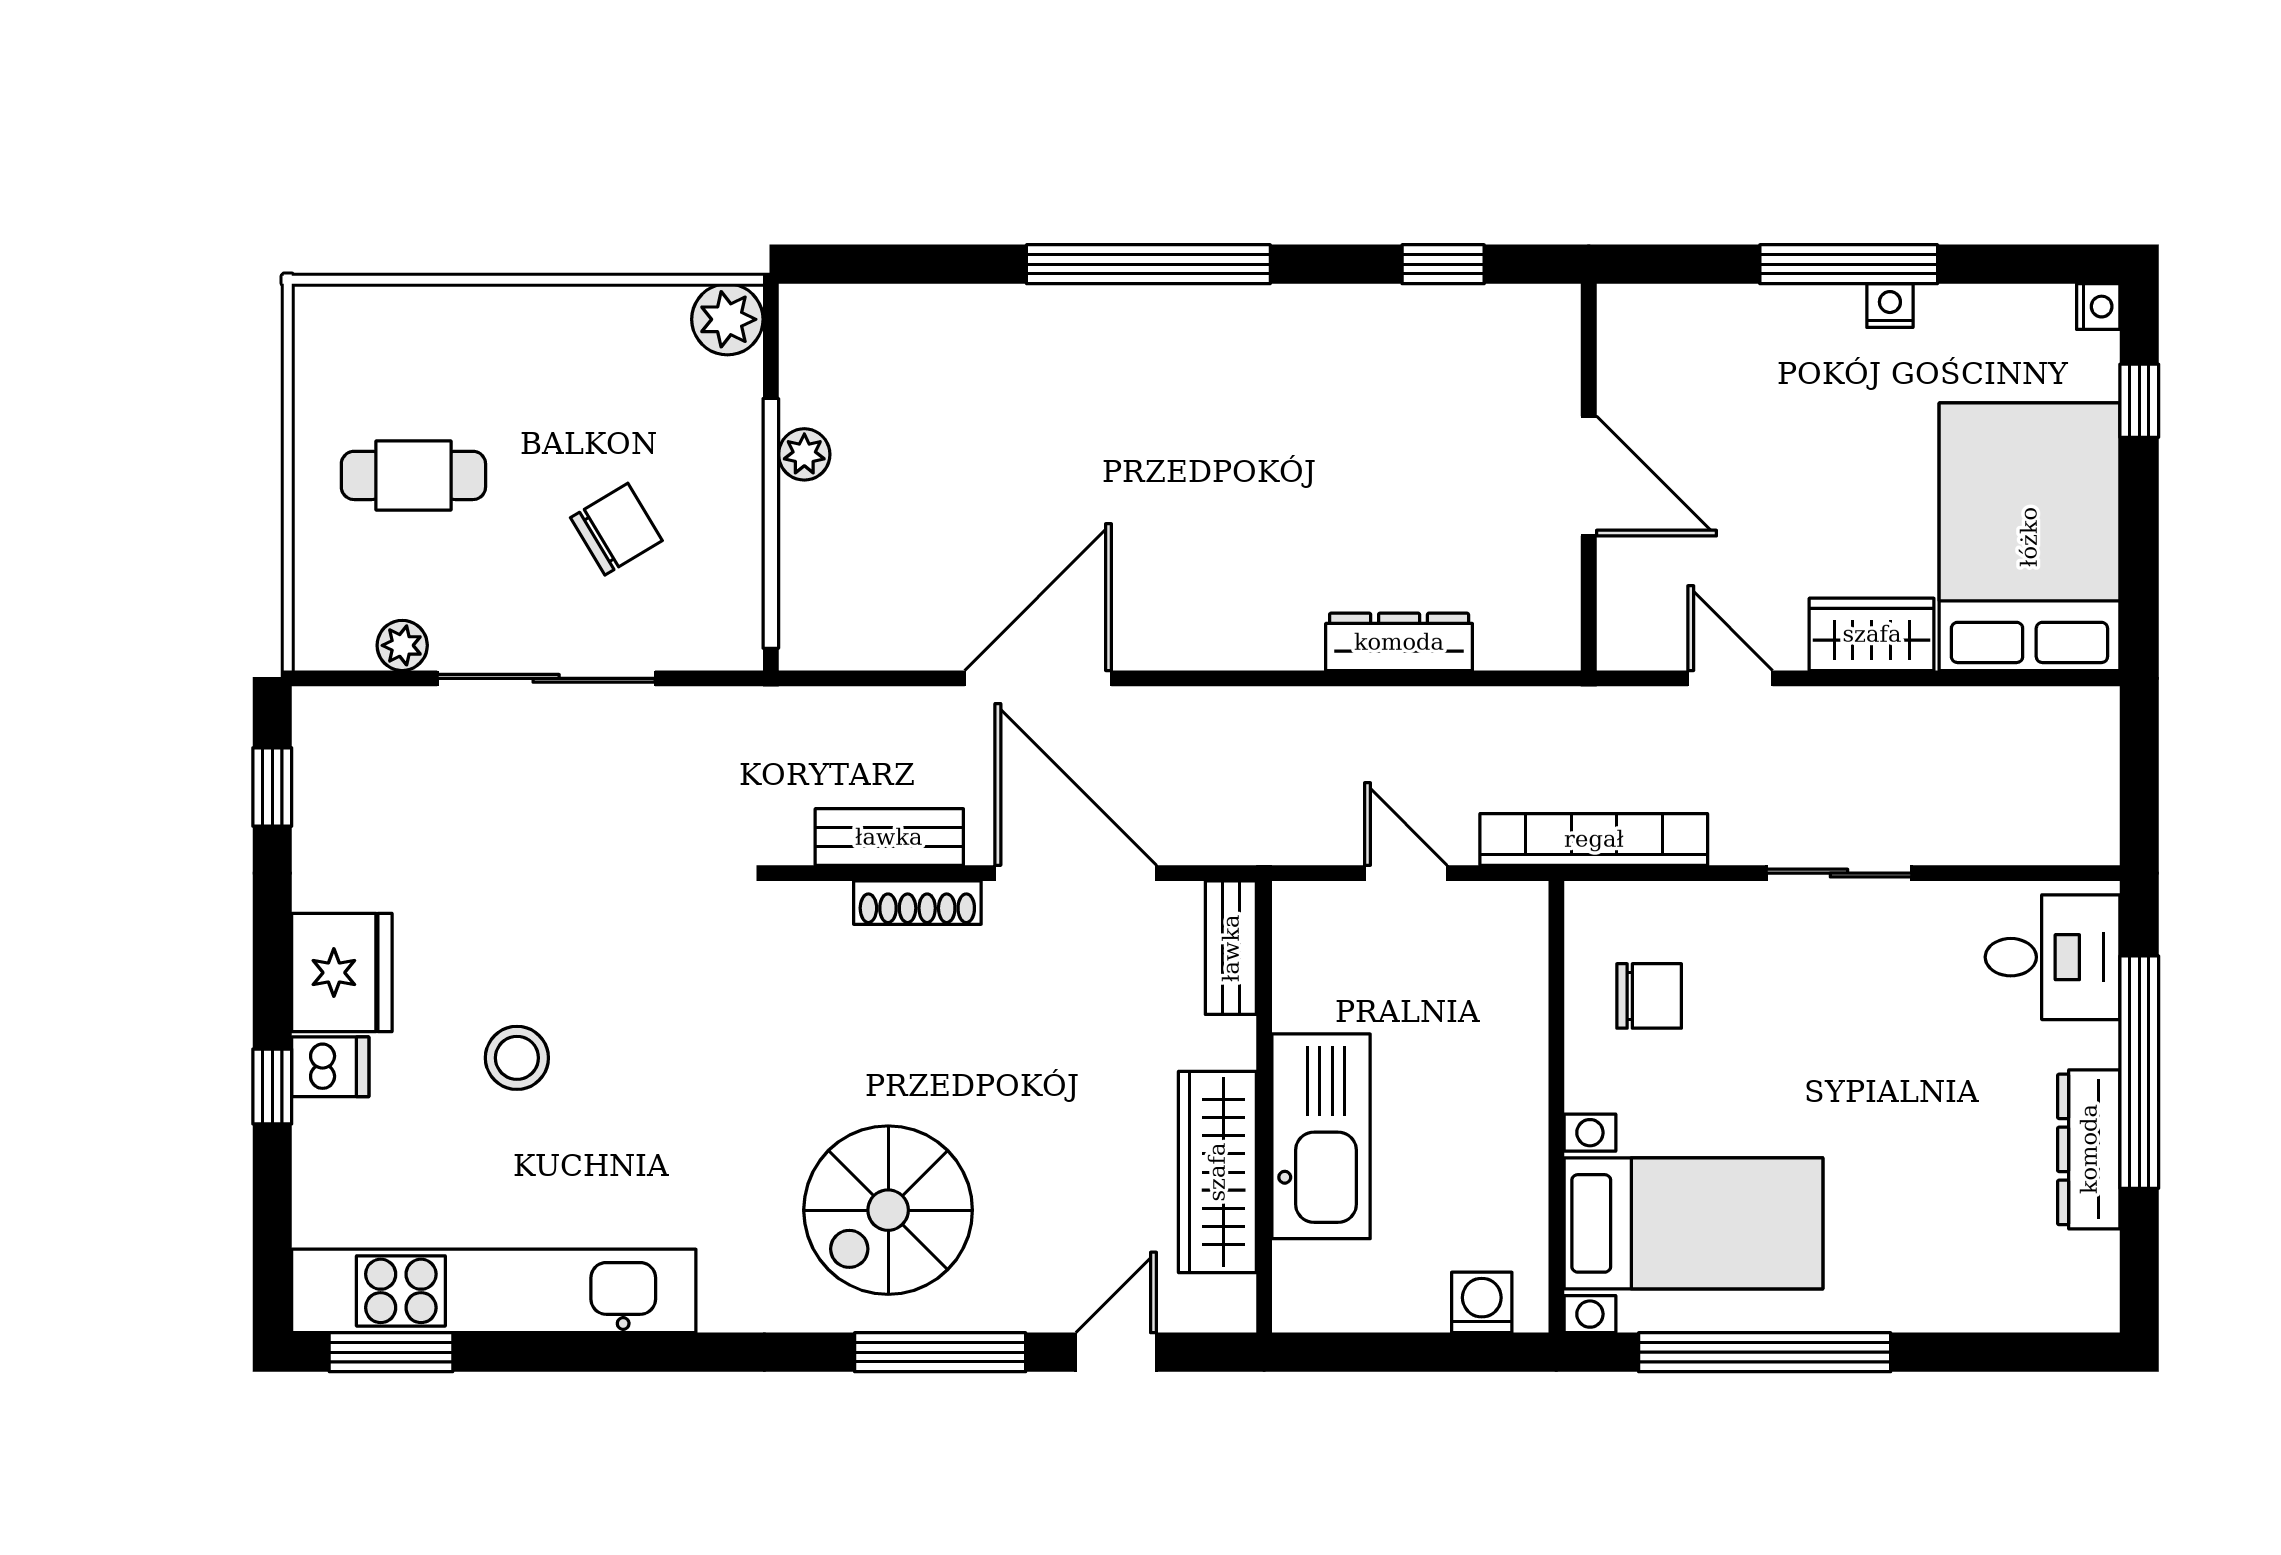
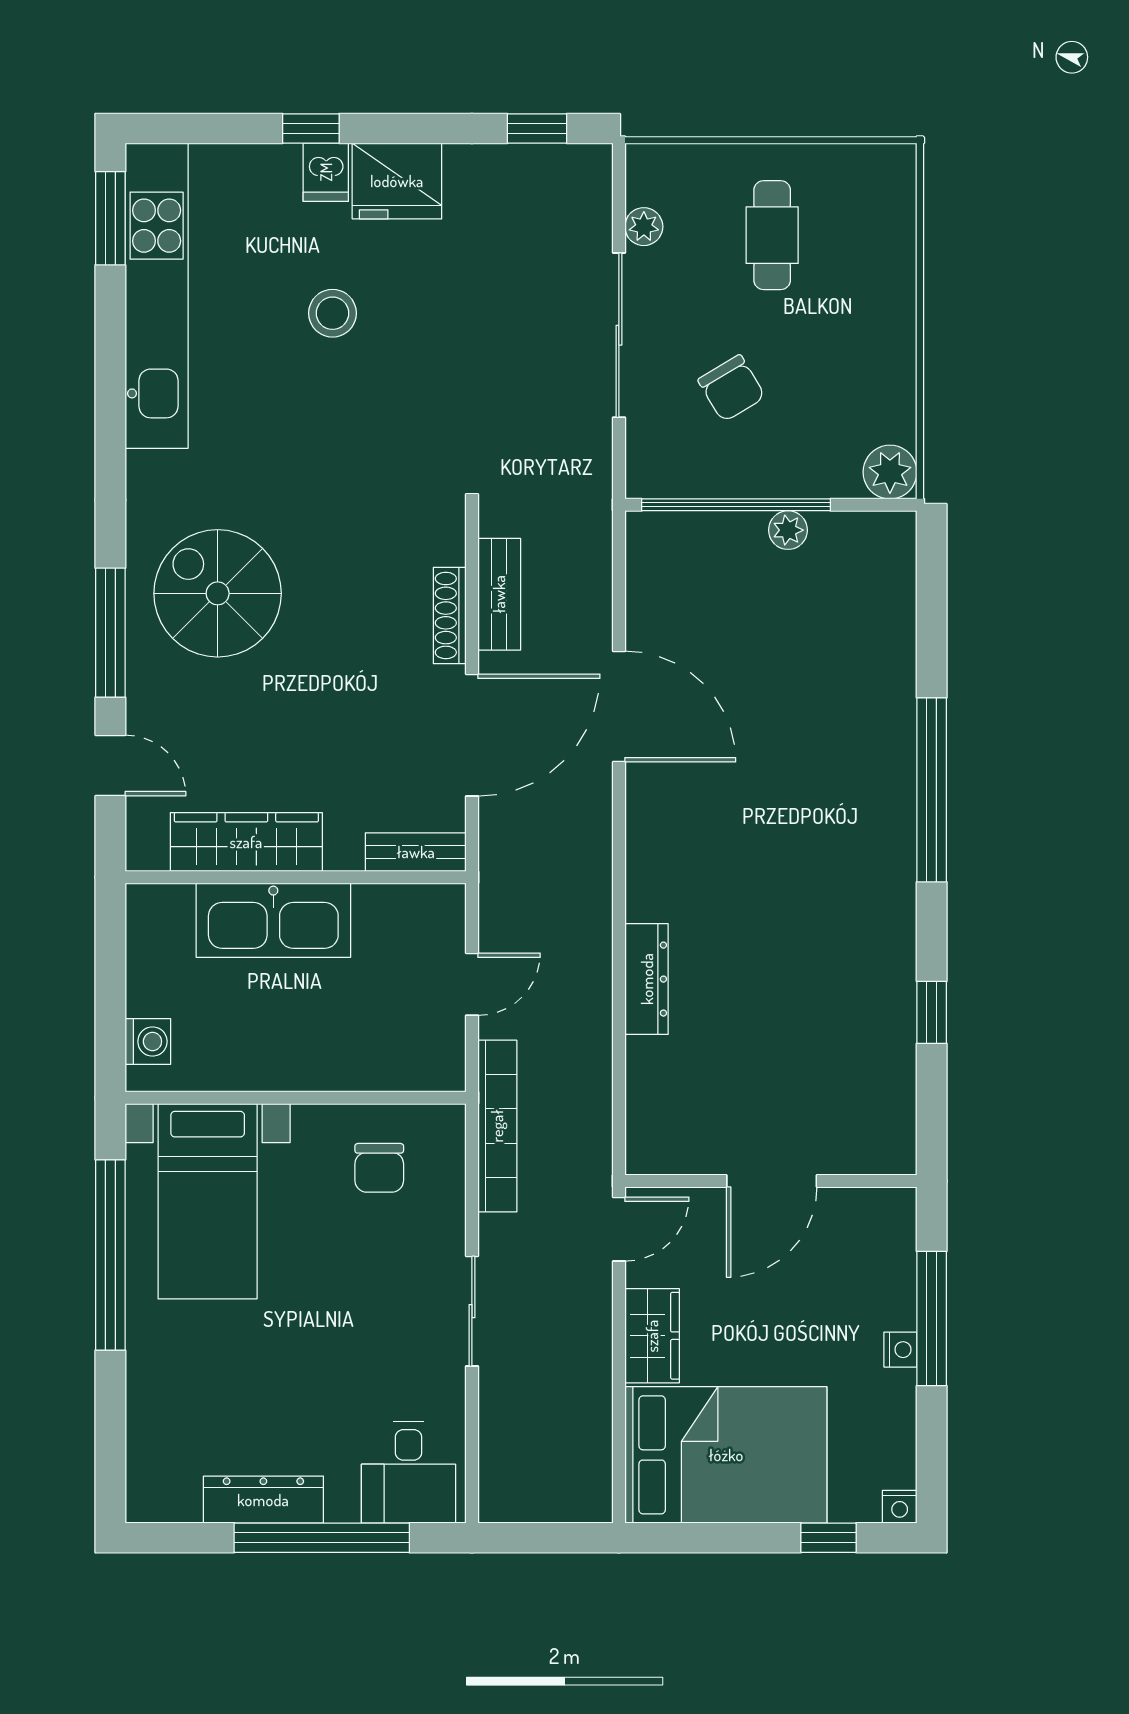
door: (1589, 476) -> (772, 1181), moved
wall: (1589, 477) -> (771, 1181), moved

